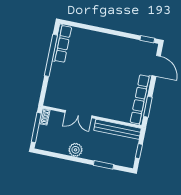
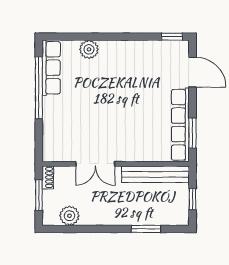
plant: (90, 36) -> (89, 49), added
window: (36, 128) -> (39, 195), width x0.69
plant: (76, 150) -> (69, 216), moved

